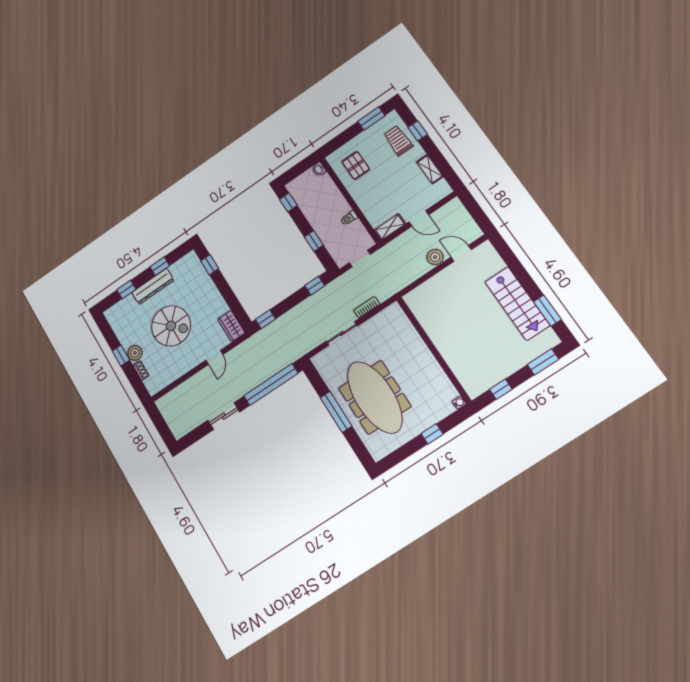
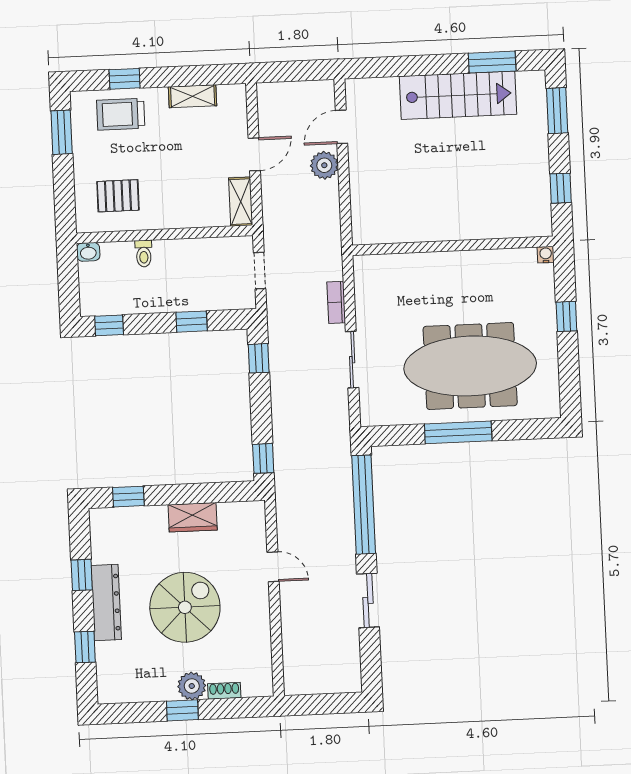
toilet: (349, 218) -> (144, 254), moved
wardrobe: (231, 326) -> (193, 517), moved

